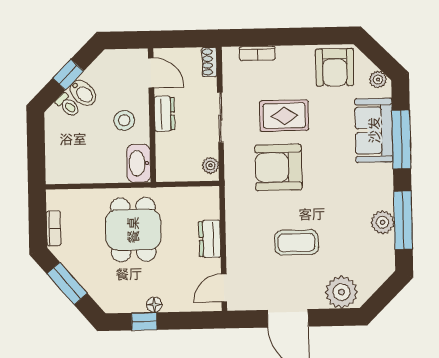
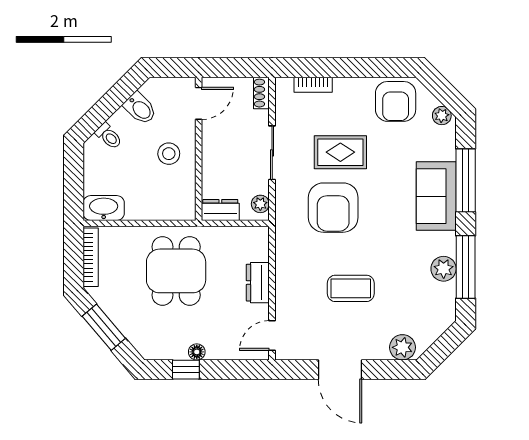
door: (151, 73) -> (199, 103), hinge flipped
window: (68, 75) -> (110, 103), removed
bidet: (83, 93) -> (140, 108), moved
dresser: (164, 114) -> (220, 210), moved, turned -90
sofa: (374, 130) -> (436, 196), moved
washbasin: (139, 163) -> (104, 208), moved, turned 90
armchair: (278, 167) -> (333, 208), turned -90
bookcase: (54, 228) -> (91, 257), width x1.56
plant: (341, 292) -> (402, 347), width x0.73, depth x0.73

